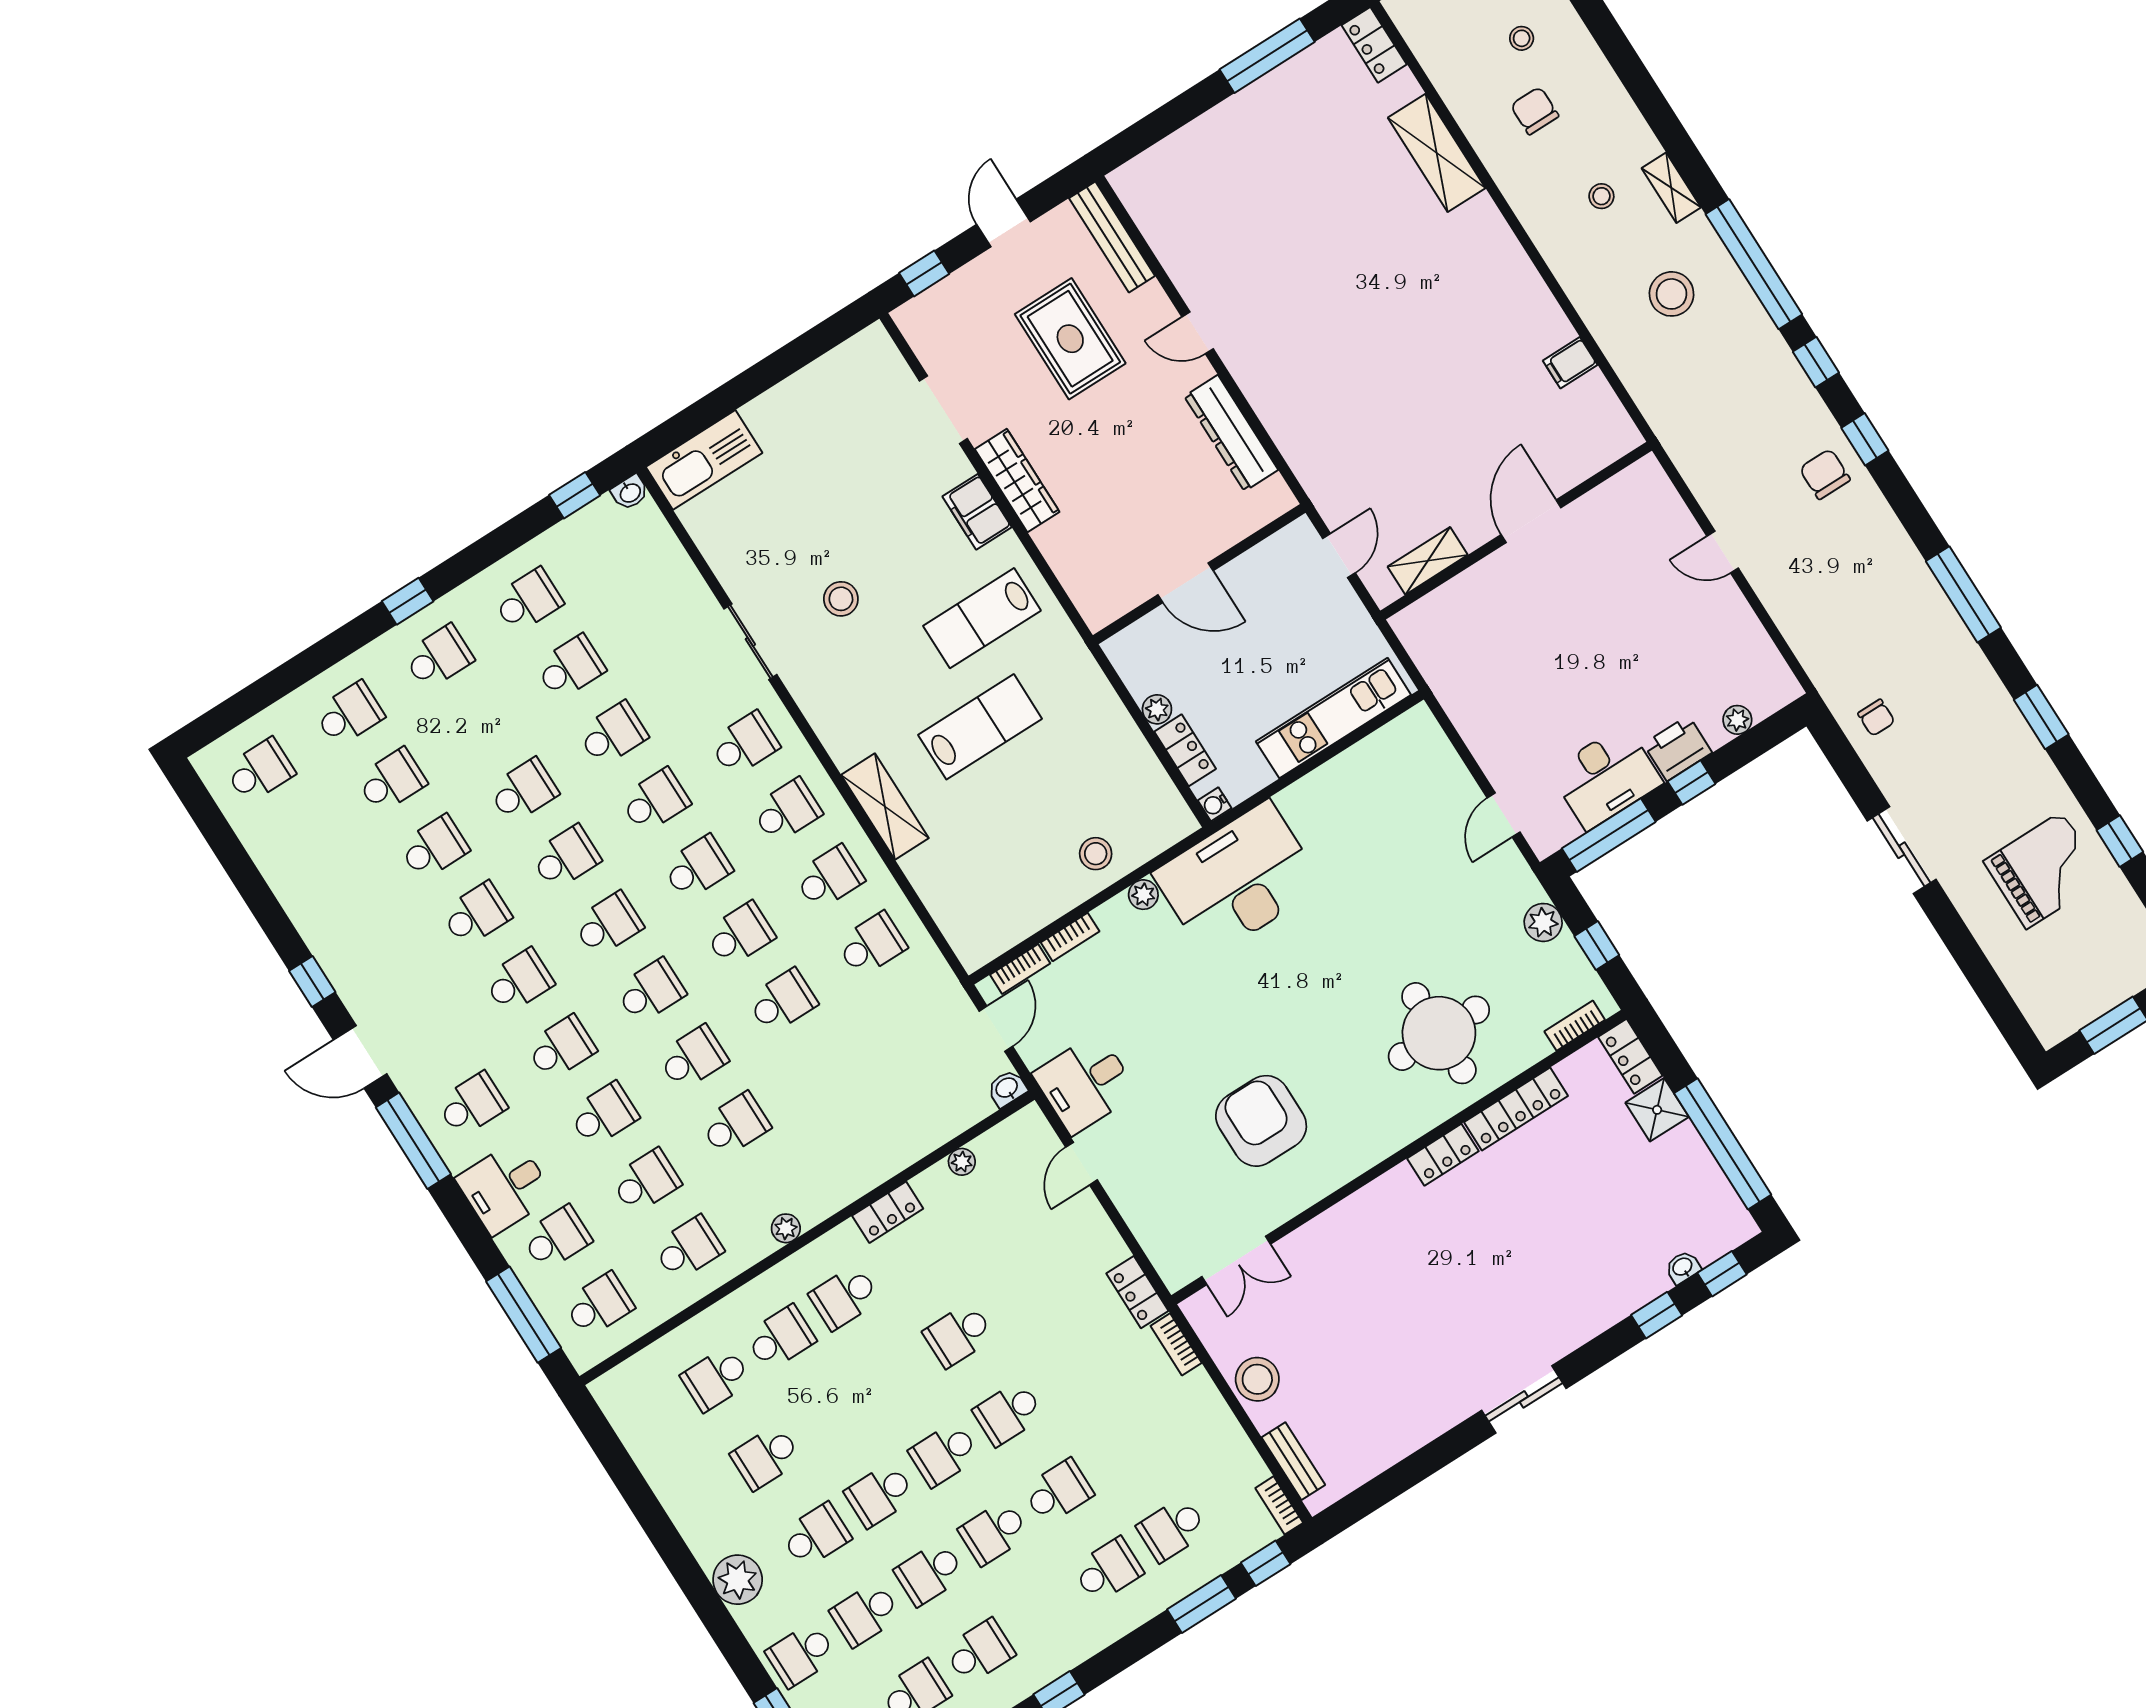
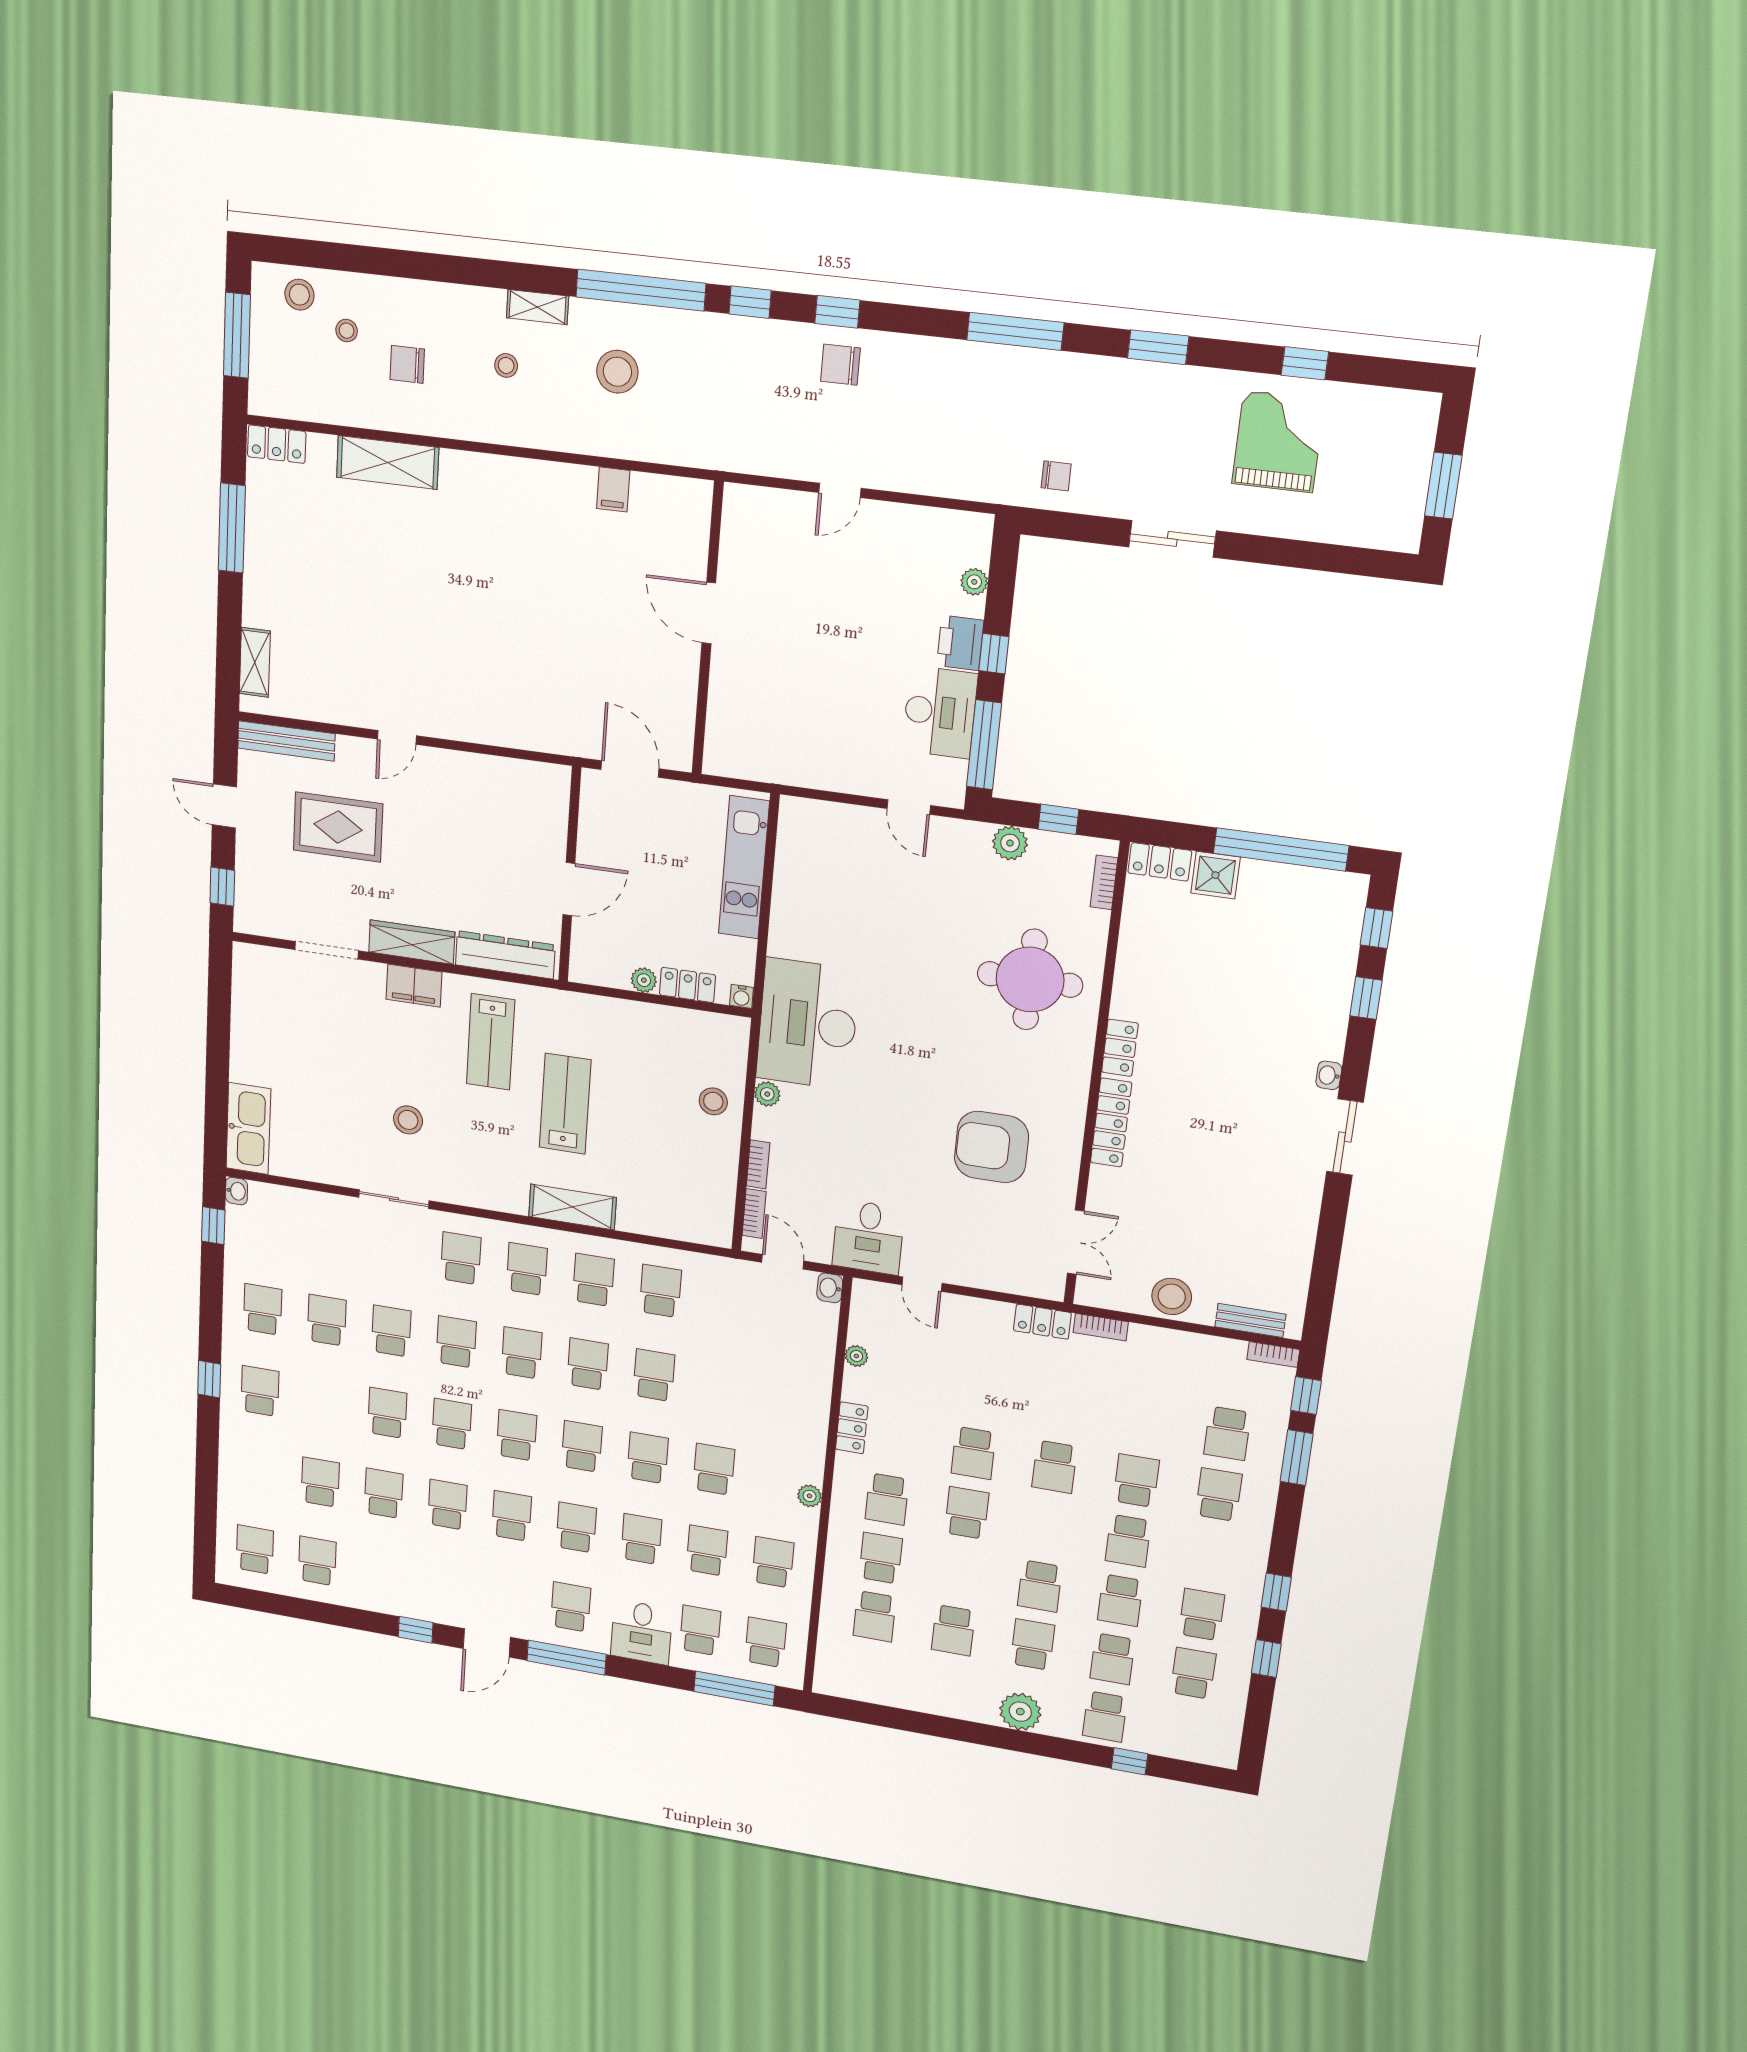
dresser: (1231, 433) -> (505, 955), moved, turned 180
door: (1339, 556) -> (630, 769), width x1.38
shelving: (1428, 561) -> (255, 662), moved
school desk: (349, 714) -> (317, 1561), moved
locker: (1516, 1109) -> (1111, 1123), moved
washbasin: (1683, 1267) -> (1329, 1075), moved
school desk: (944, 1454) -> (967, 1513), moved, turned 180

